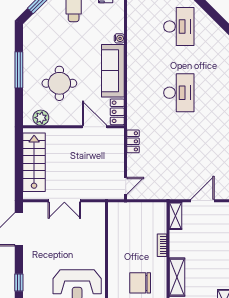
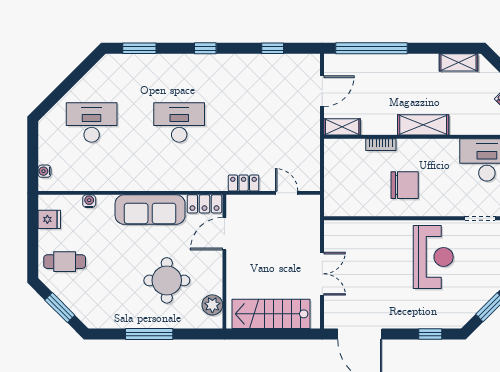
water cooler: (119, 38) -> (89, 201), moved
door: (126, 186) -> (287, 193), moved
door: (202, 201) -> (322, 91), swing flipped
chair: (140, 283) -> (405, 185), moved, turned -90

